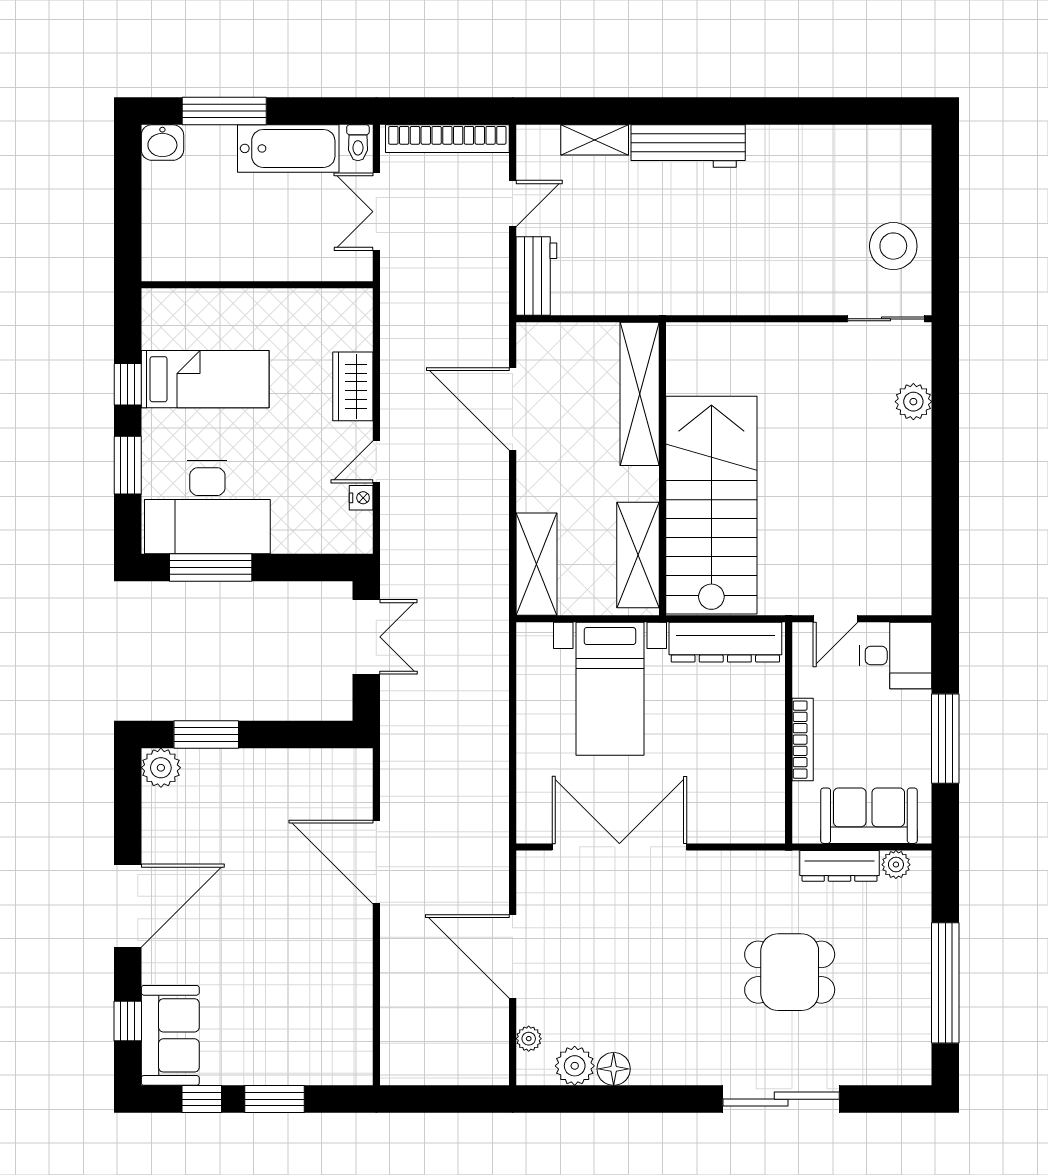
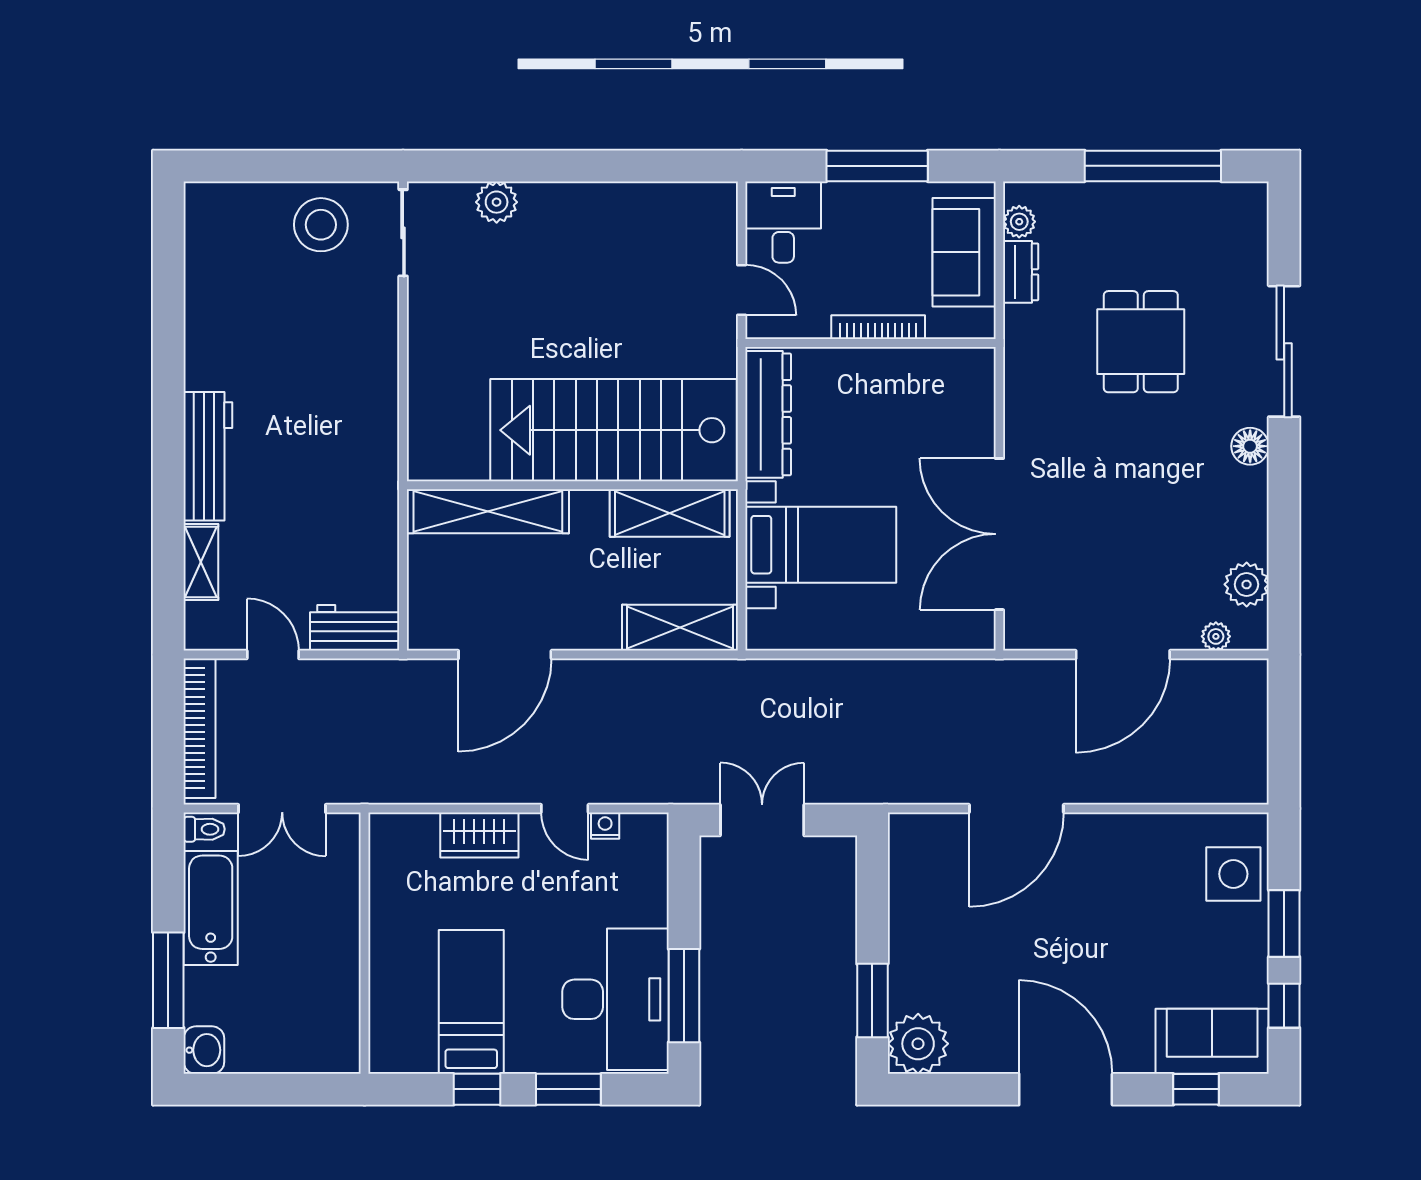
plant: (161, 768) -> (918, 1044), width x1.36, depth x1.36
dresser: (840, 866) -> (1021, 272), width x0.70
side table: (318, 1054) -> (1233, 874), added
floor lamp: (614, 1069) -> (1250, 446), moved

